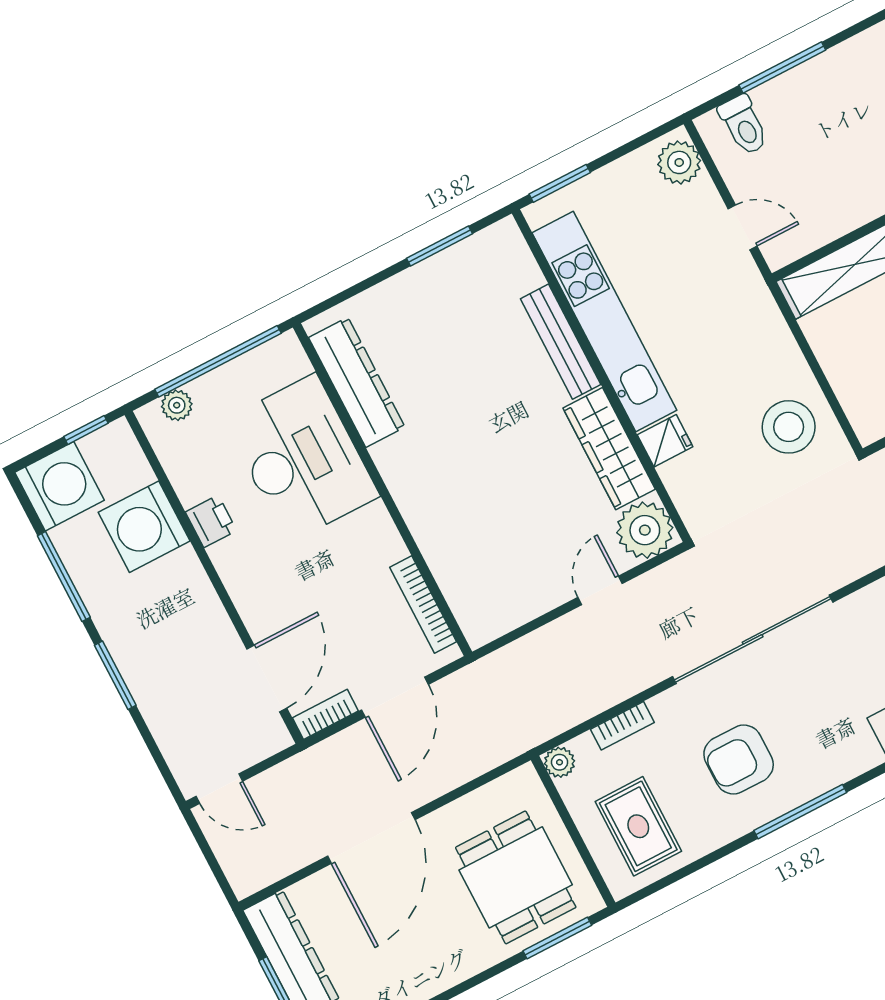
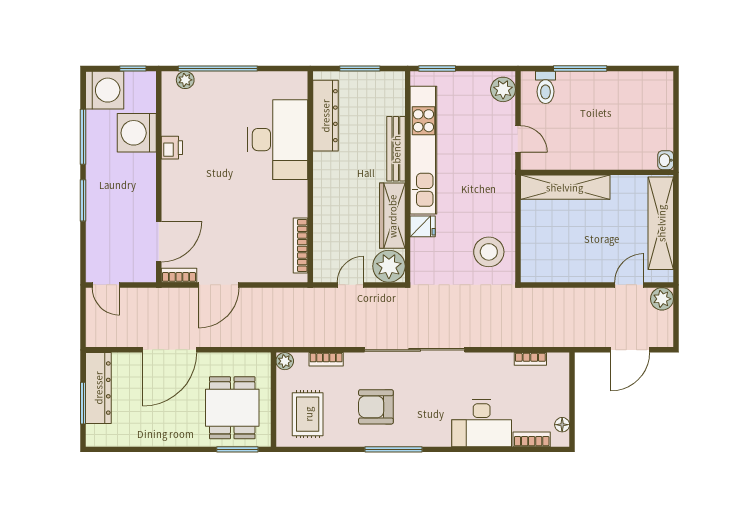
dresser: (357, 382) -> (325, 116), moved
desk: (302, 458) -> (278, 140), moved
wall: (382, 490) -> (310, 177), moved
bookcase: (423, 605) -> (301, 245), moved

